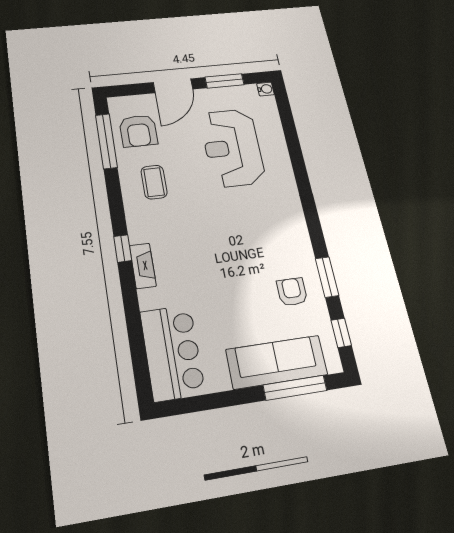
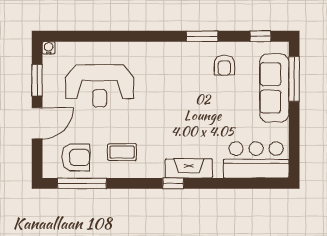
door: (173, 86) -> (37, 123), hinge flipped
fireplace: (143, 266) -> (189, 168), width x1.37, depth x1.32
window: (327, 277) -> (202, 36), moved
armchair: (292, 292) -> (224, 65), turned -90

